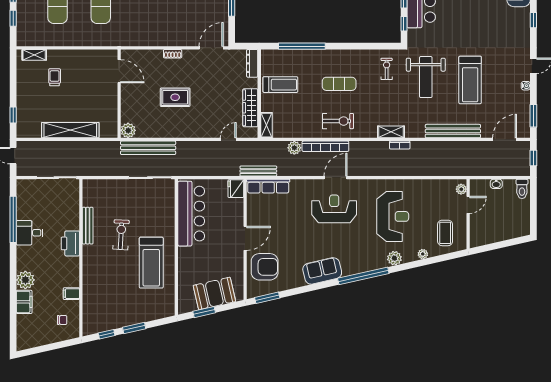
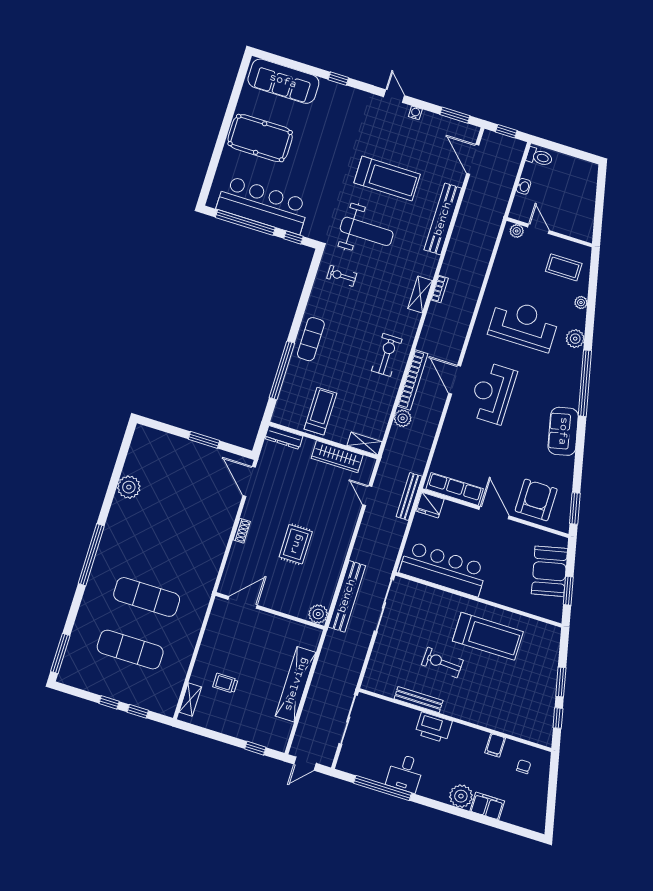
exercise mat: (339, 84) -> (311, 339), moved
bench: (258, 171) -> (409, 496), moved
row of seats: (268, 186) -> (455, 489), moved, turned -90

